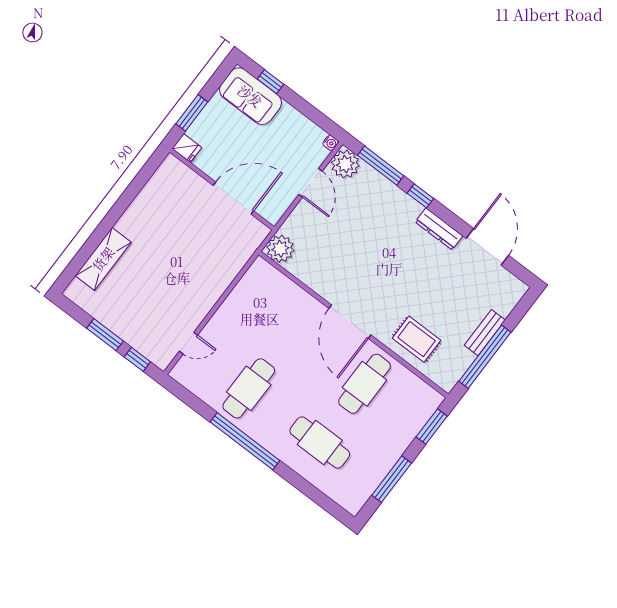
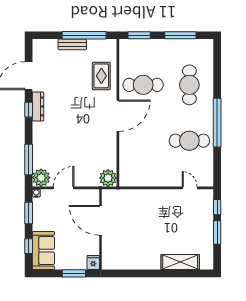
window: (313, 114) -> (29, 213), added
window: (420, 196) -> (29, 110), moved

